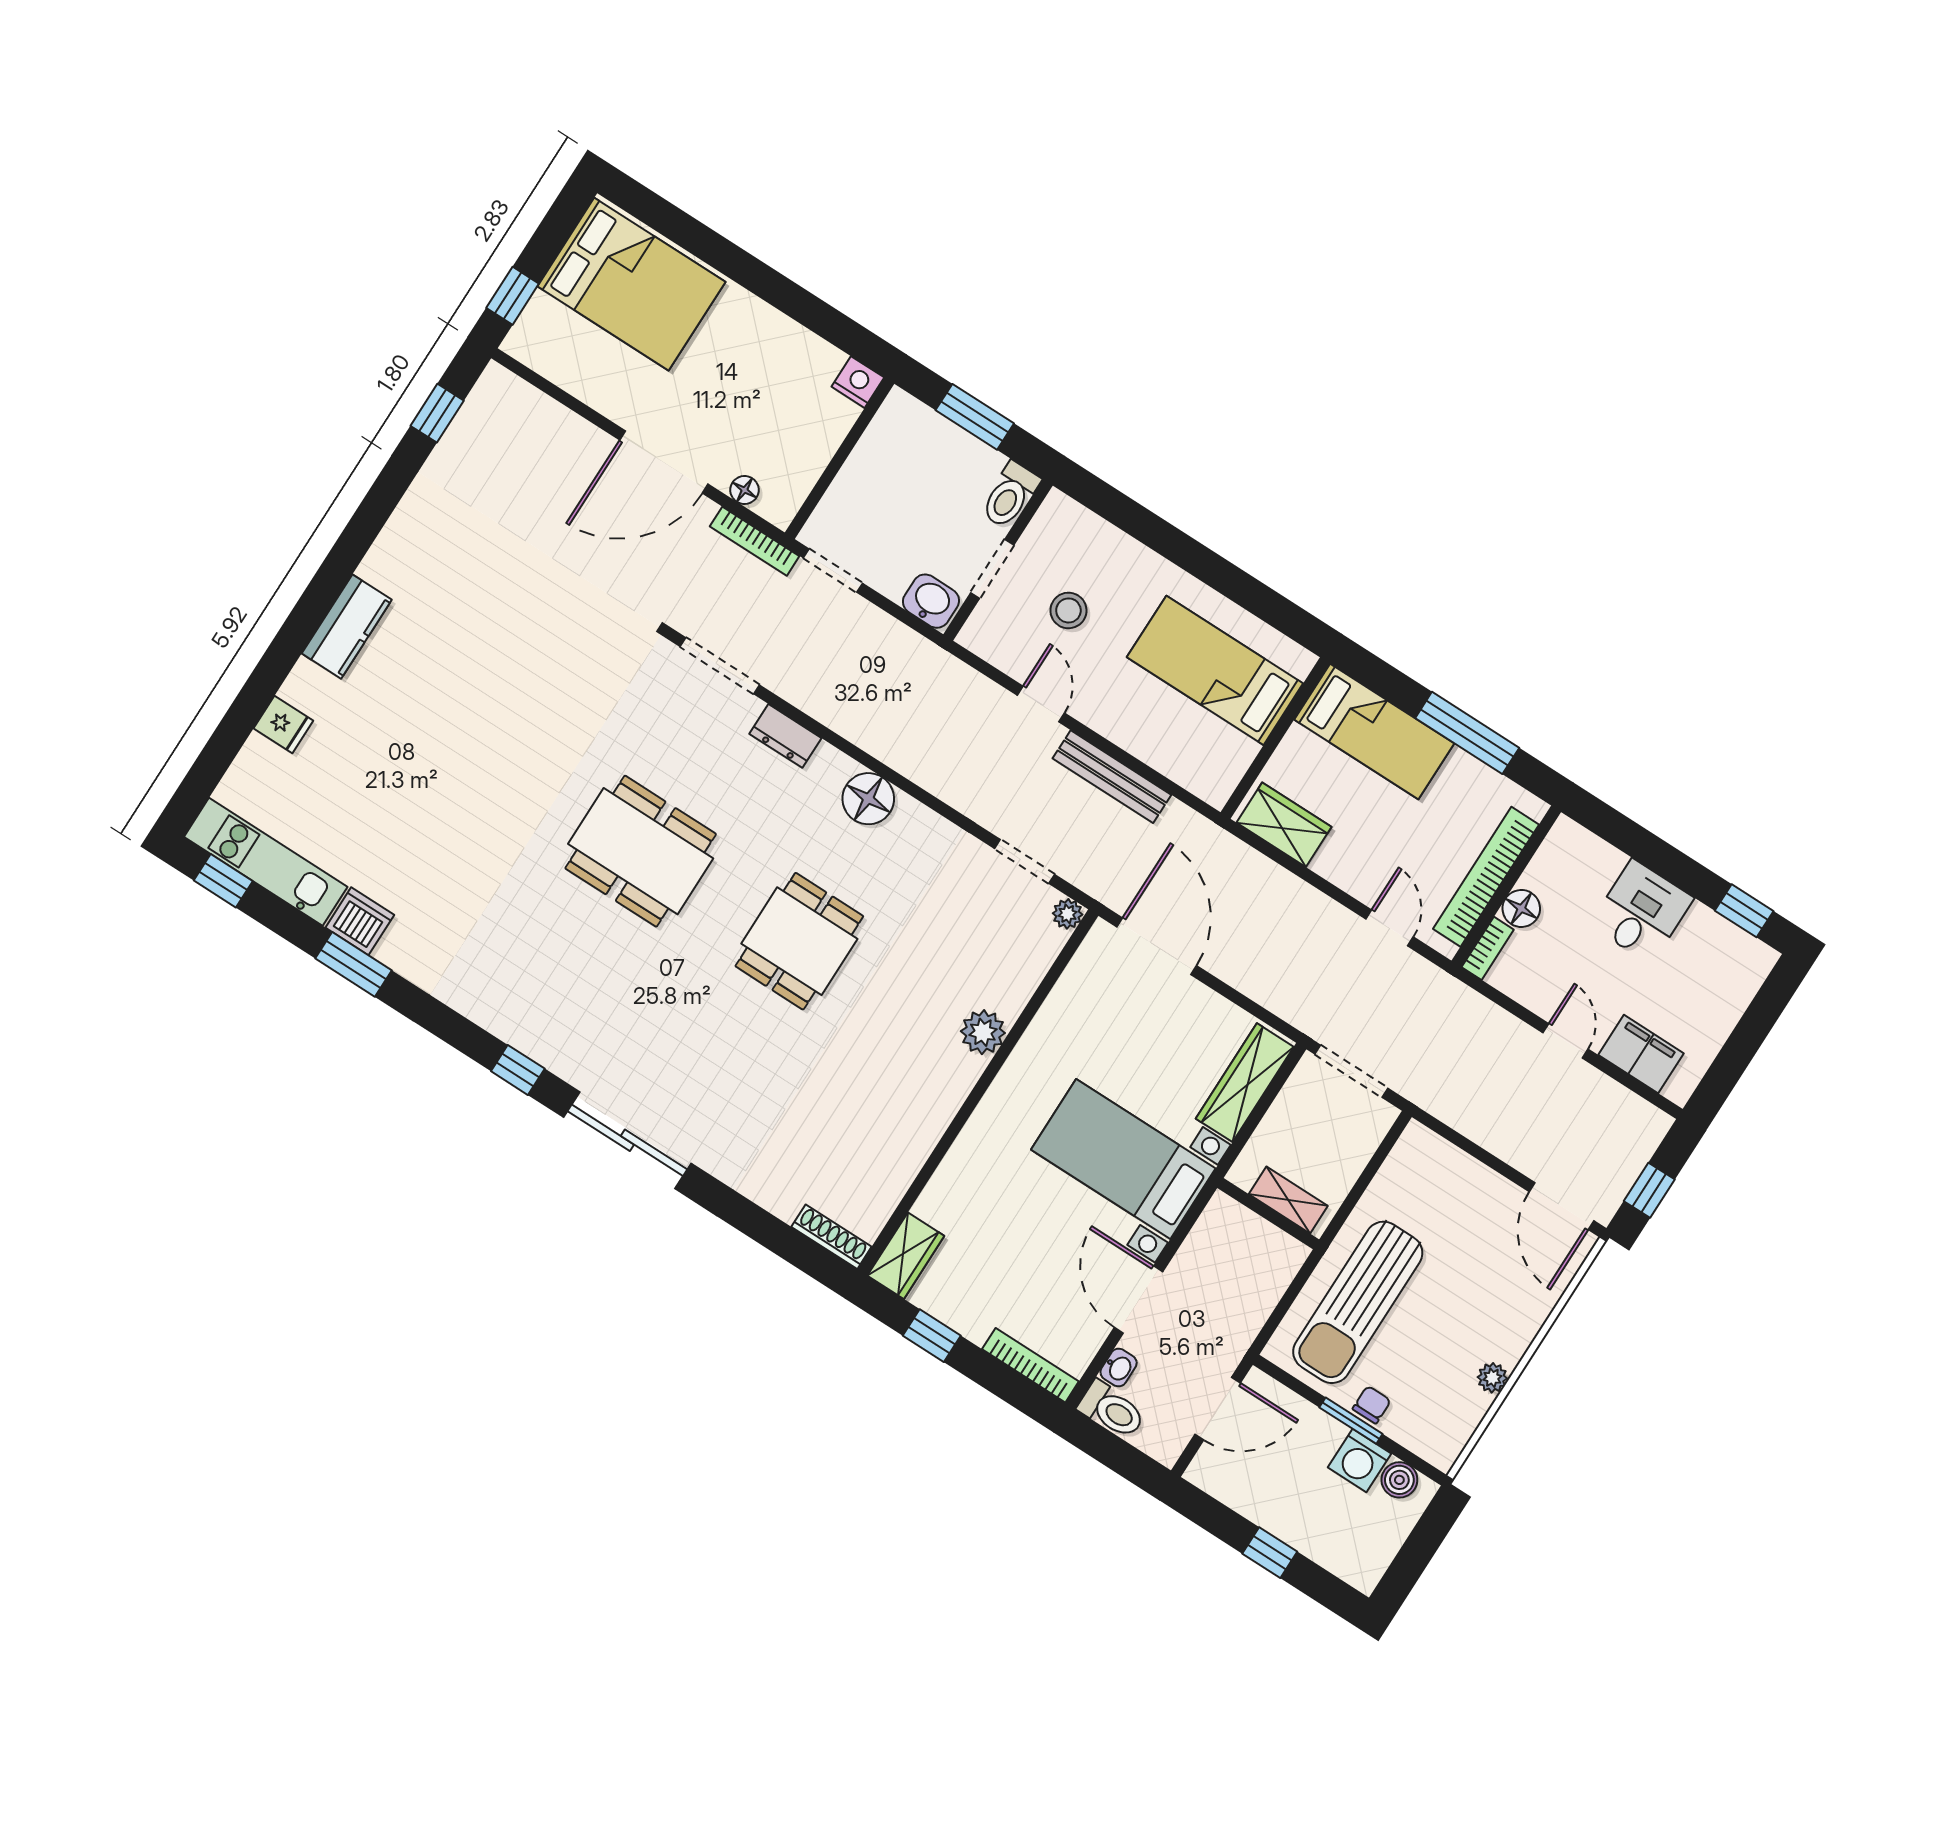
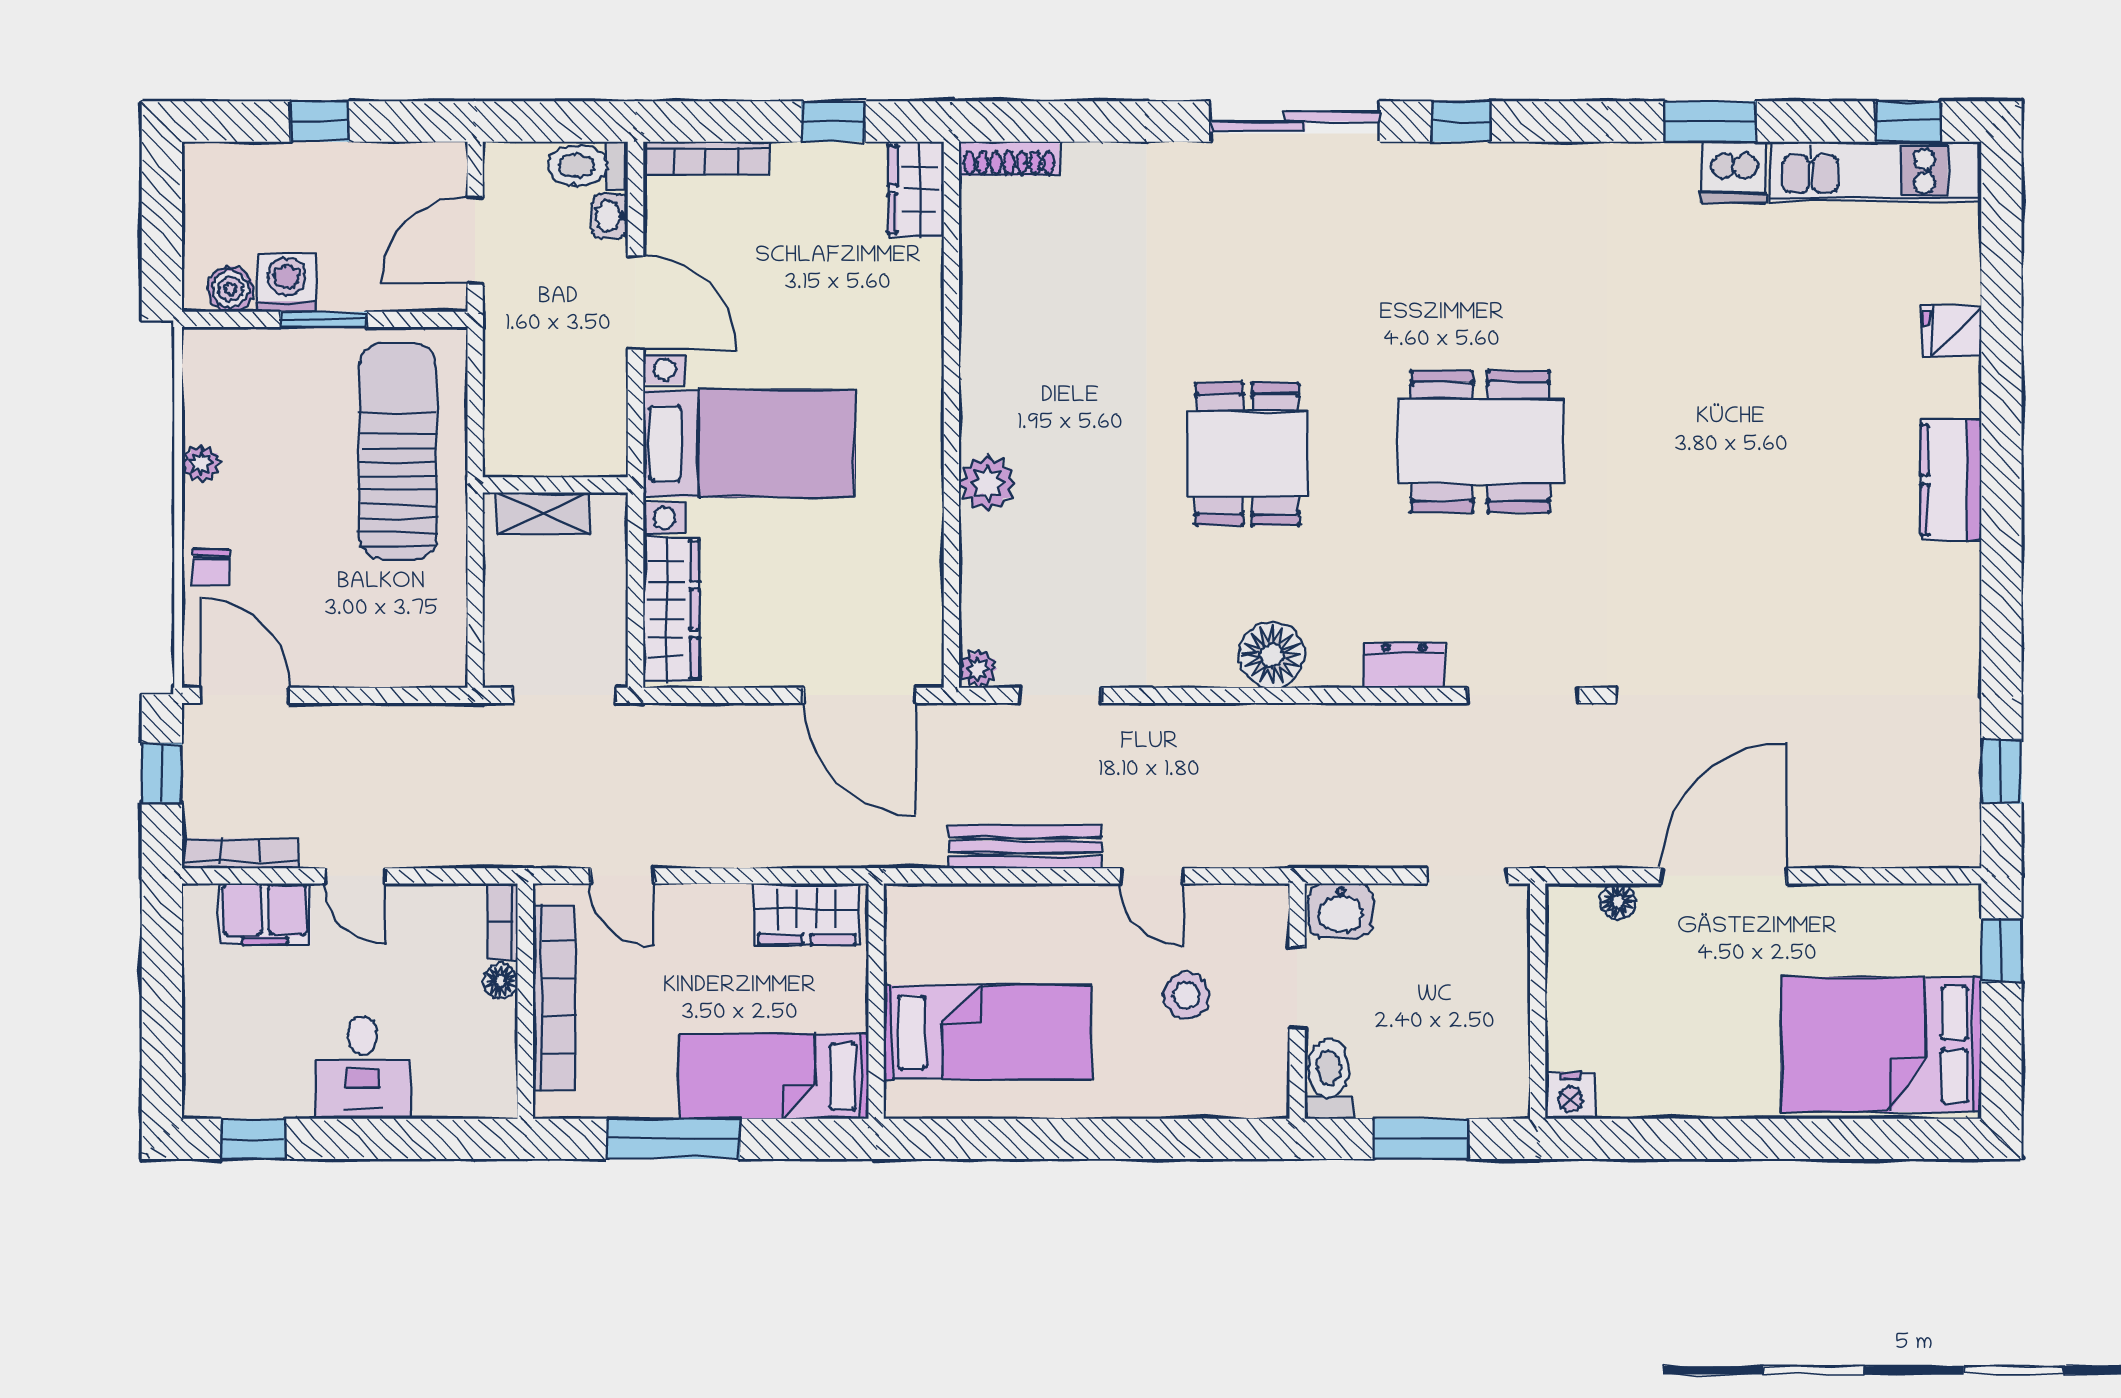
bookcase: (755, 541) -> (240, 853), moved
floor lamp: (1521, 908) -> (500, 981), width x0.73, depth x0.73
chair: (1372, 1405) -> (211, 568), moved

